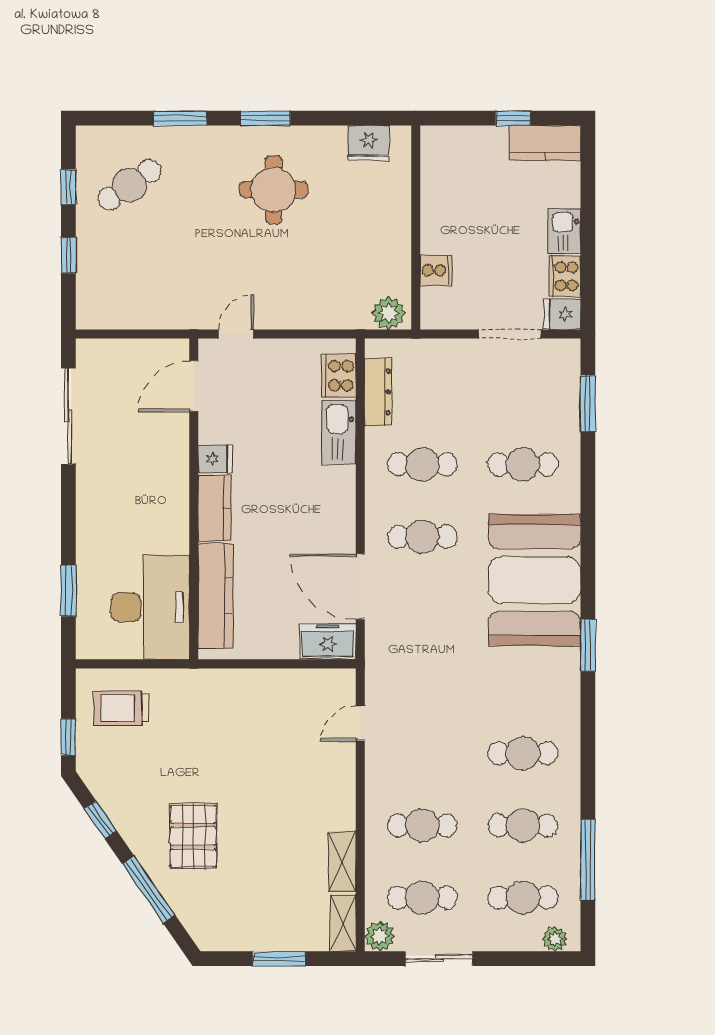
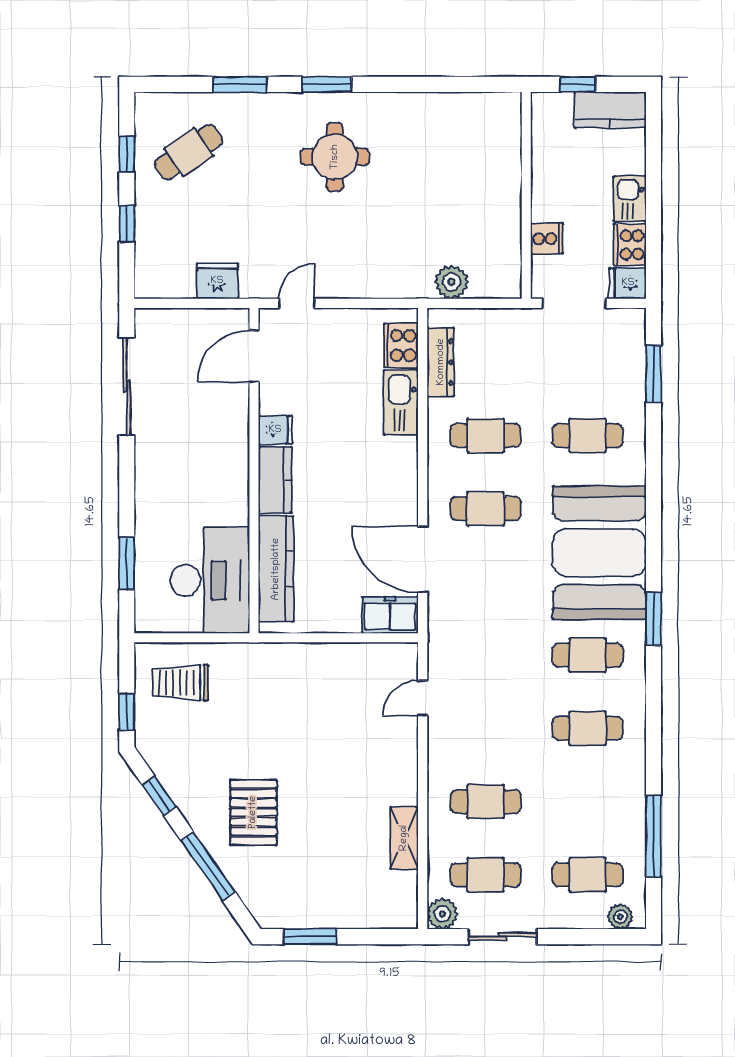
fridge: (368, 143) -> (217, 281), moved, turned 180
wall: (416, 228) -> (526, 195), moved
cooker: (436, 270) -> (547, 239), moved
cafe table: (523, 825) -> (588, 655), moved
shelving: (343, 923) -> (405, 900), removed
window: (279, 959) -> (310, 937), moved

